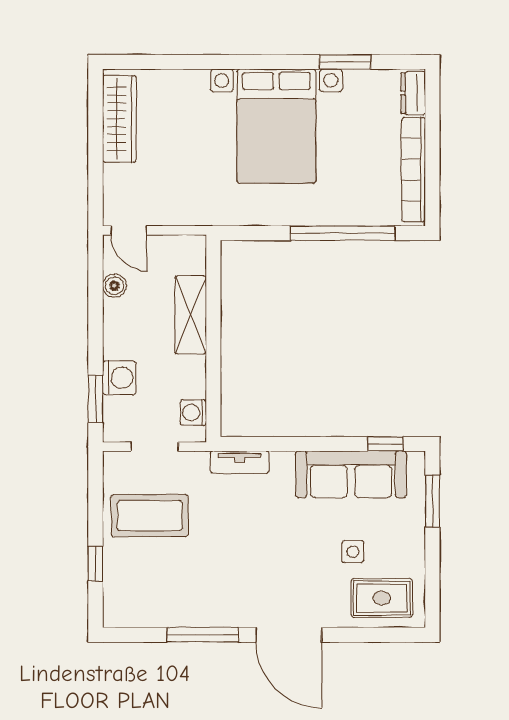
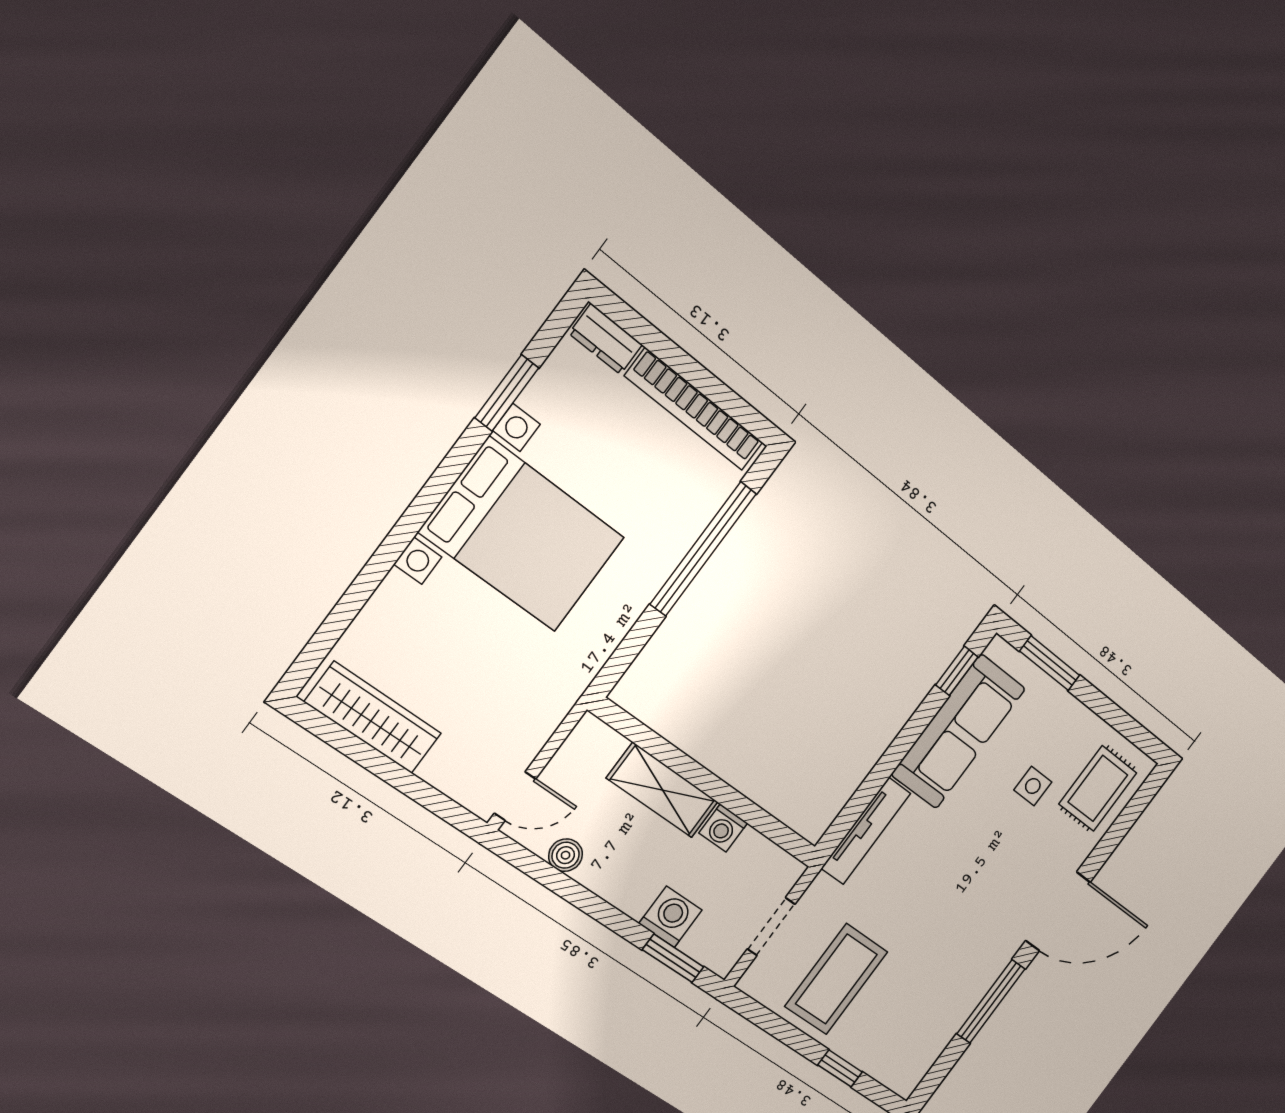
washing machine: (193, 412) -> (723, 828), moved
tv unit: (240, 462) -> (866, 831), width x1.41

